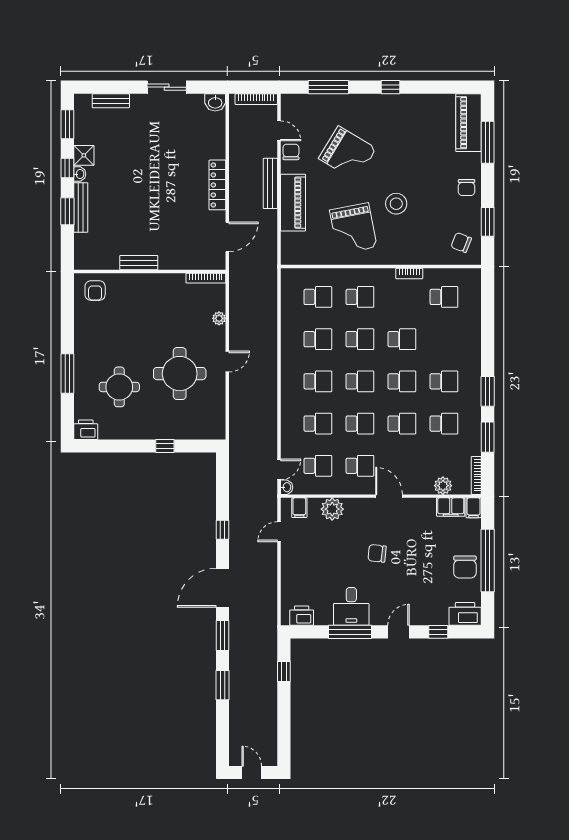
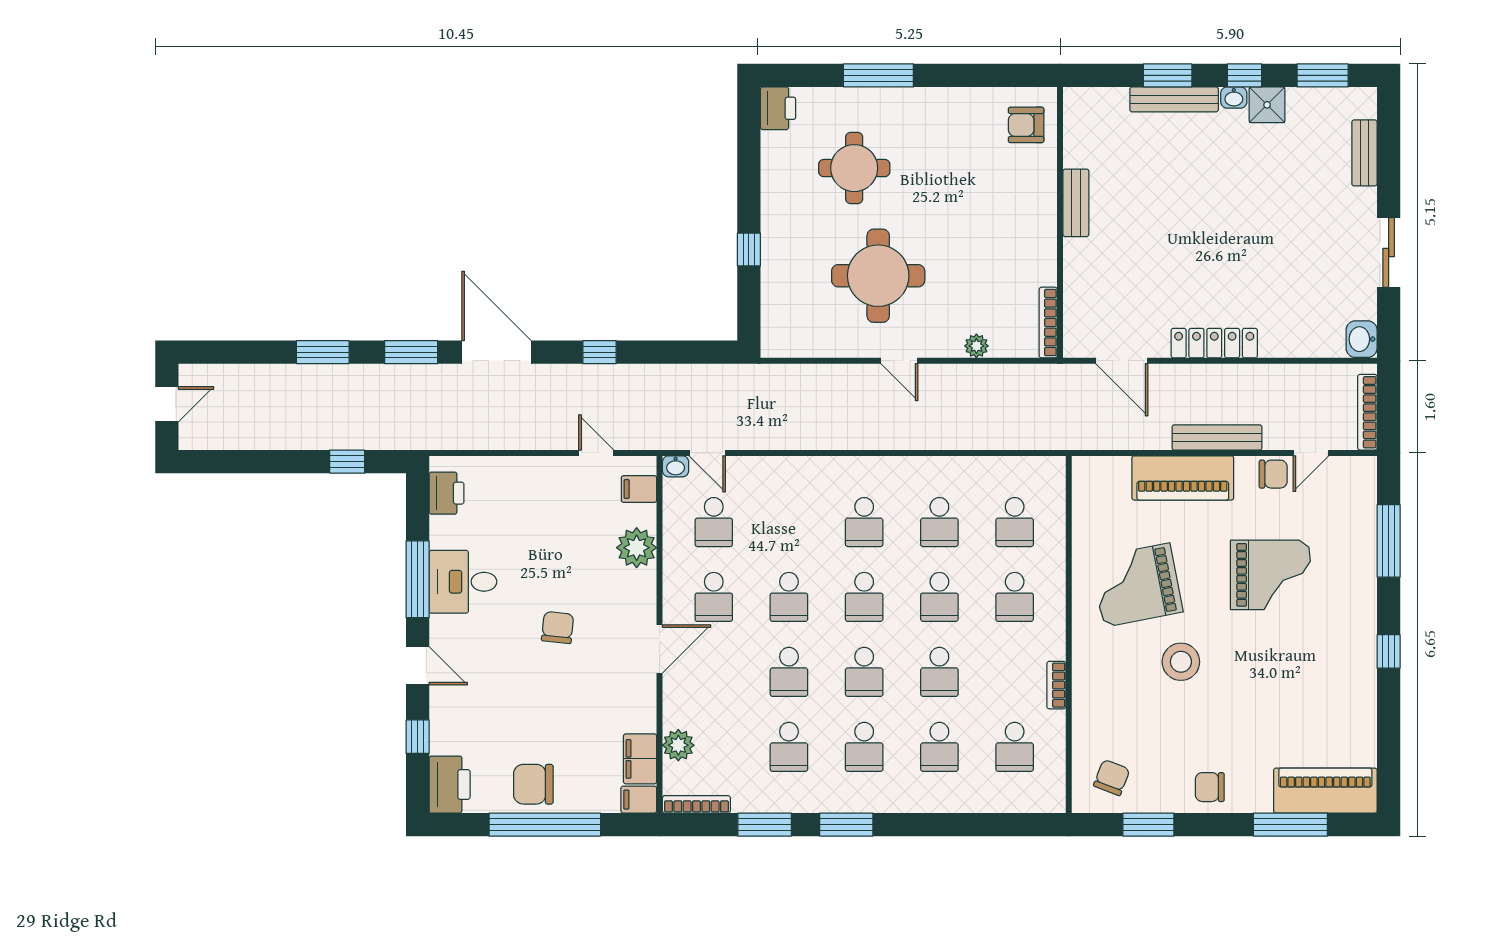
grand piano: (347, 153) -> (1270, 575), turned -121
school desk: (318, 424) -> (939, 747), moved

